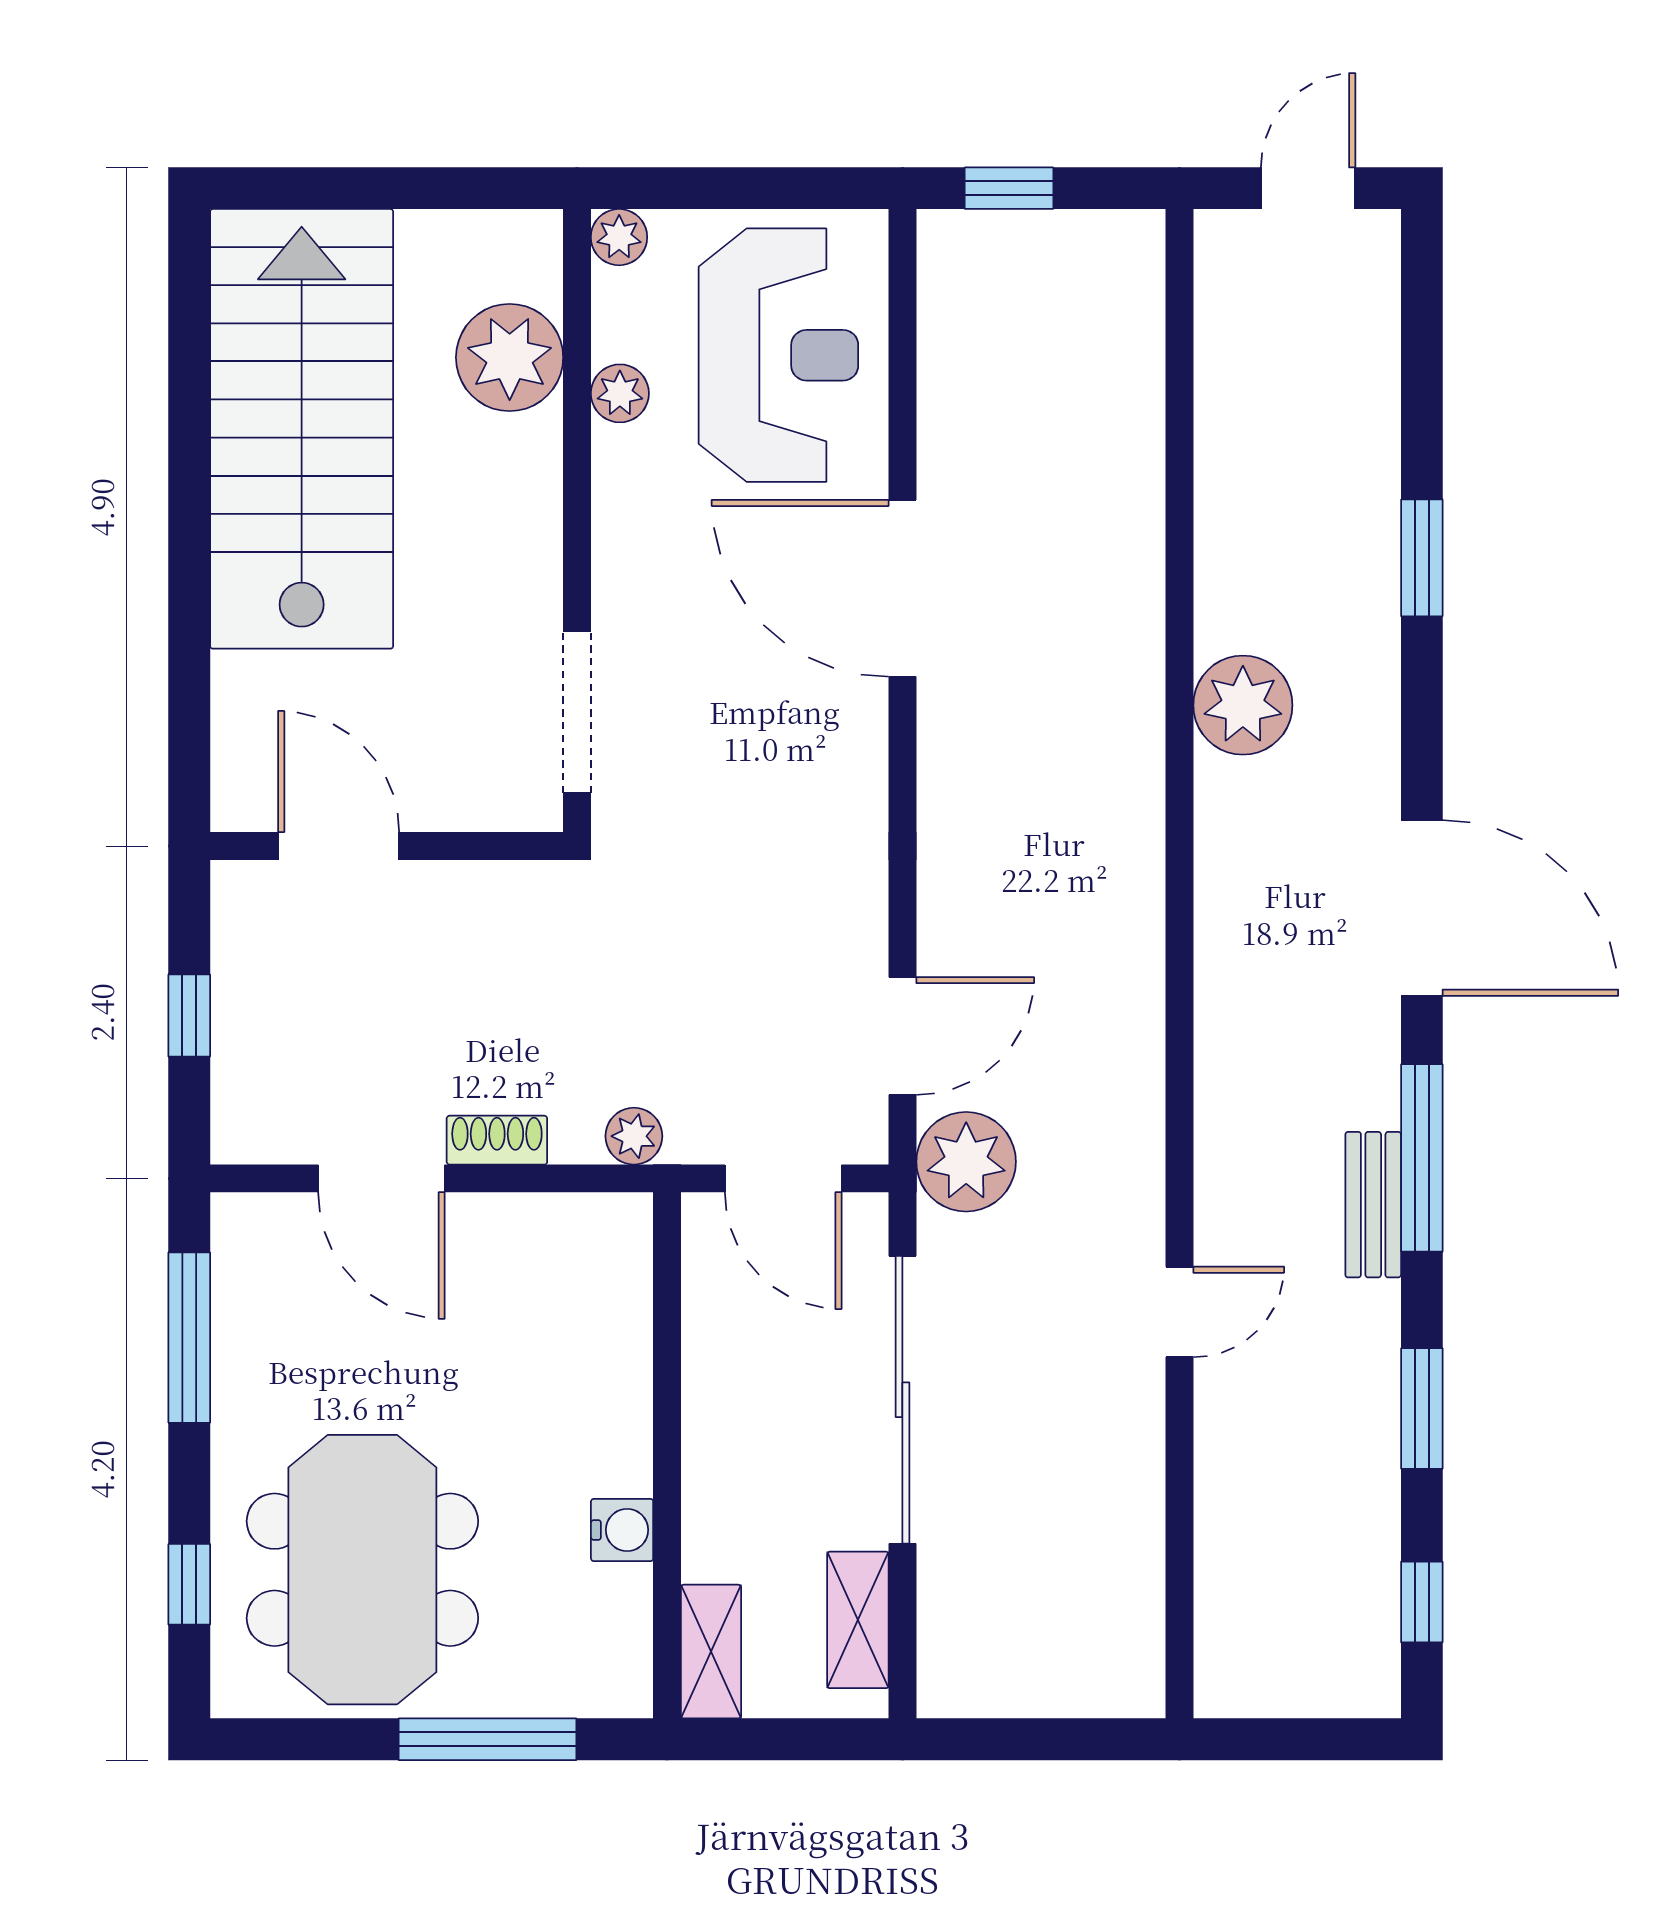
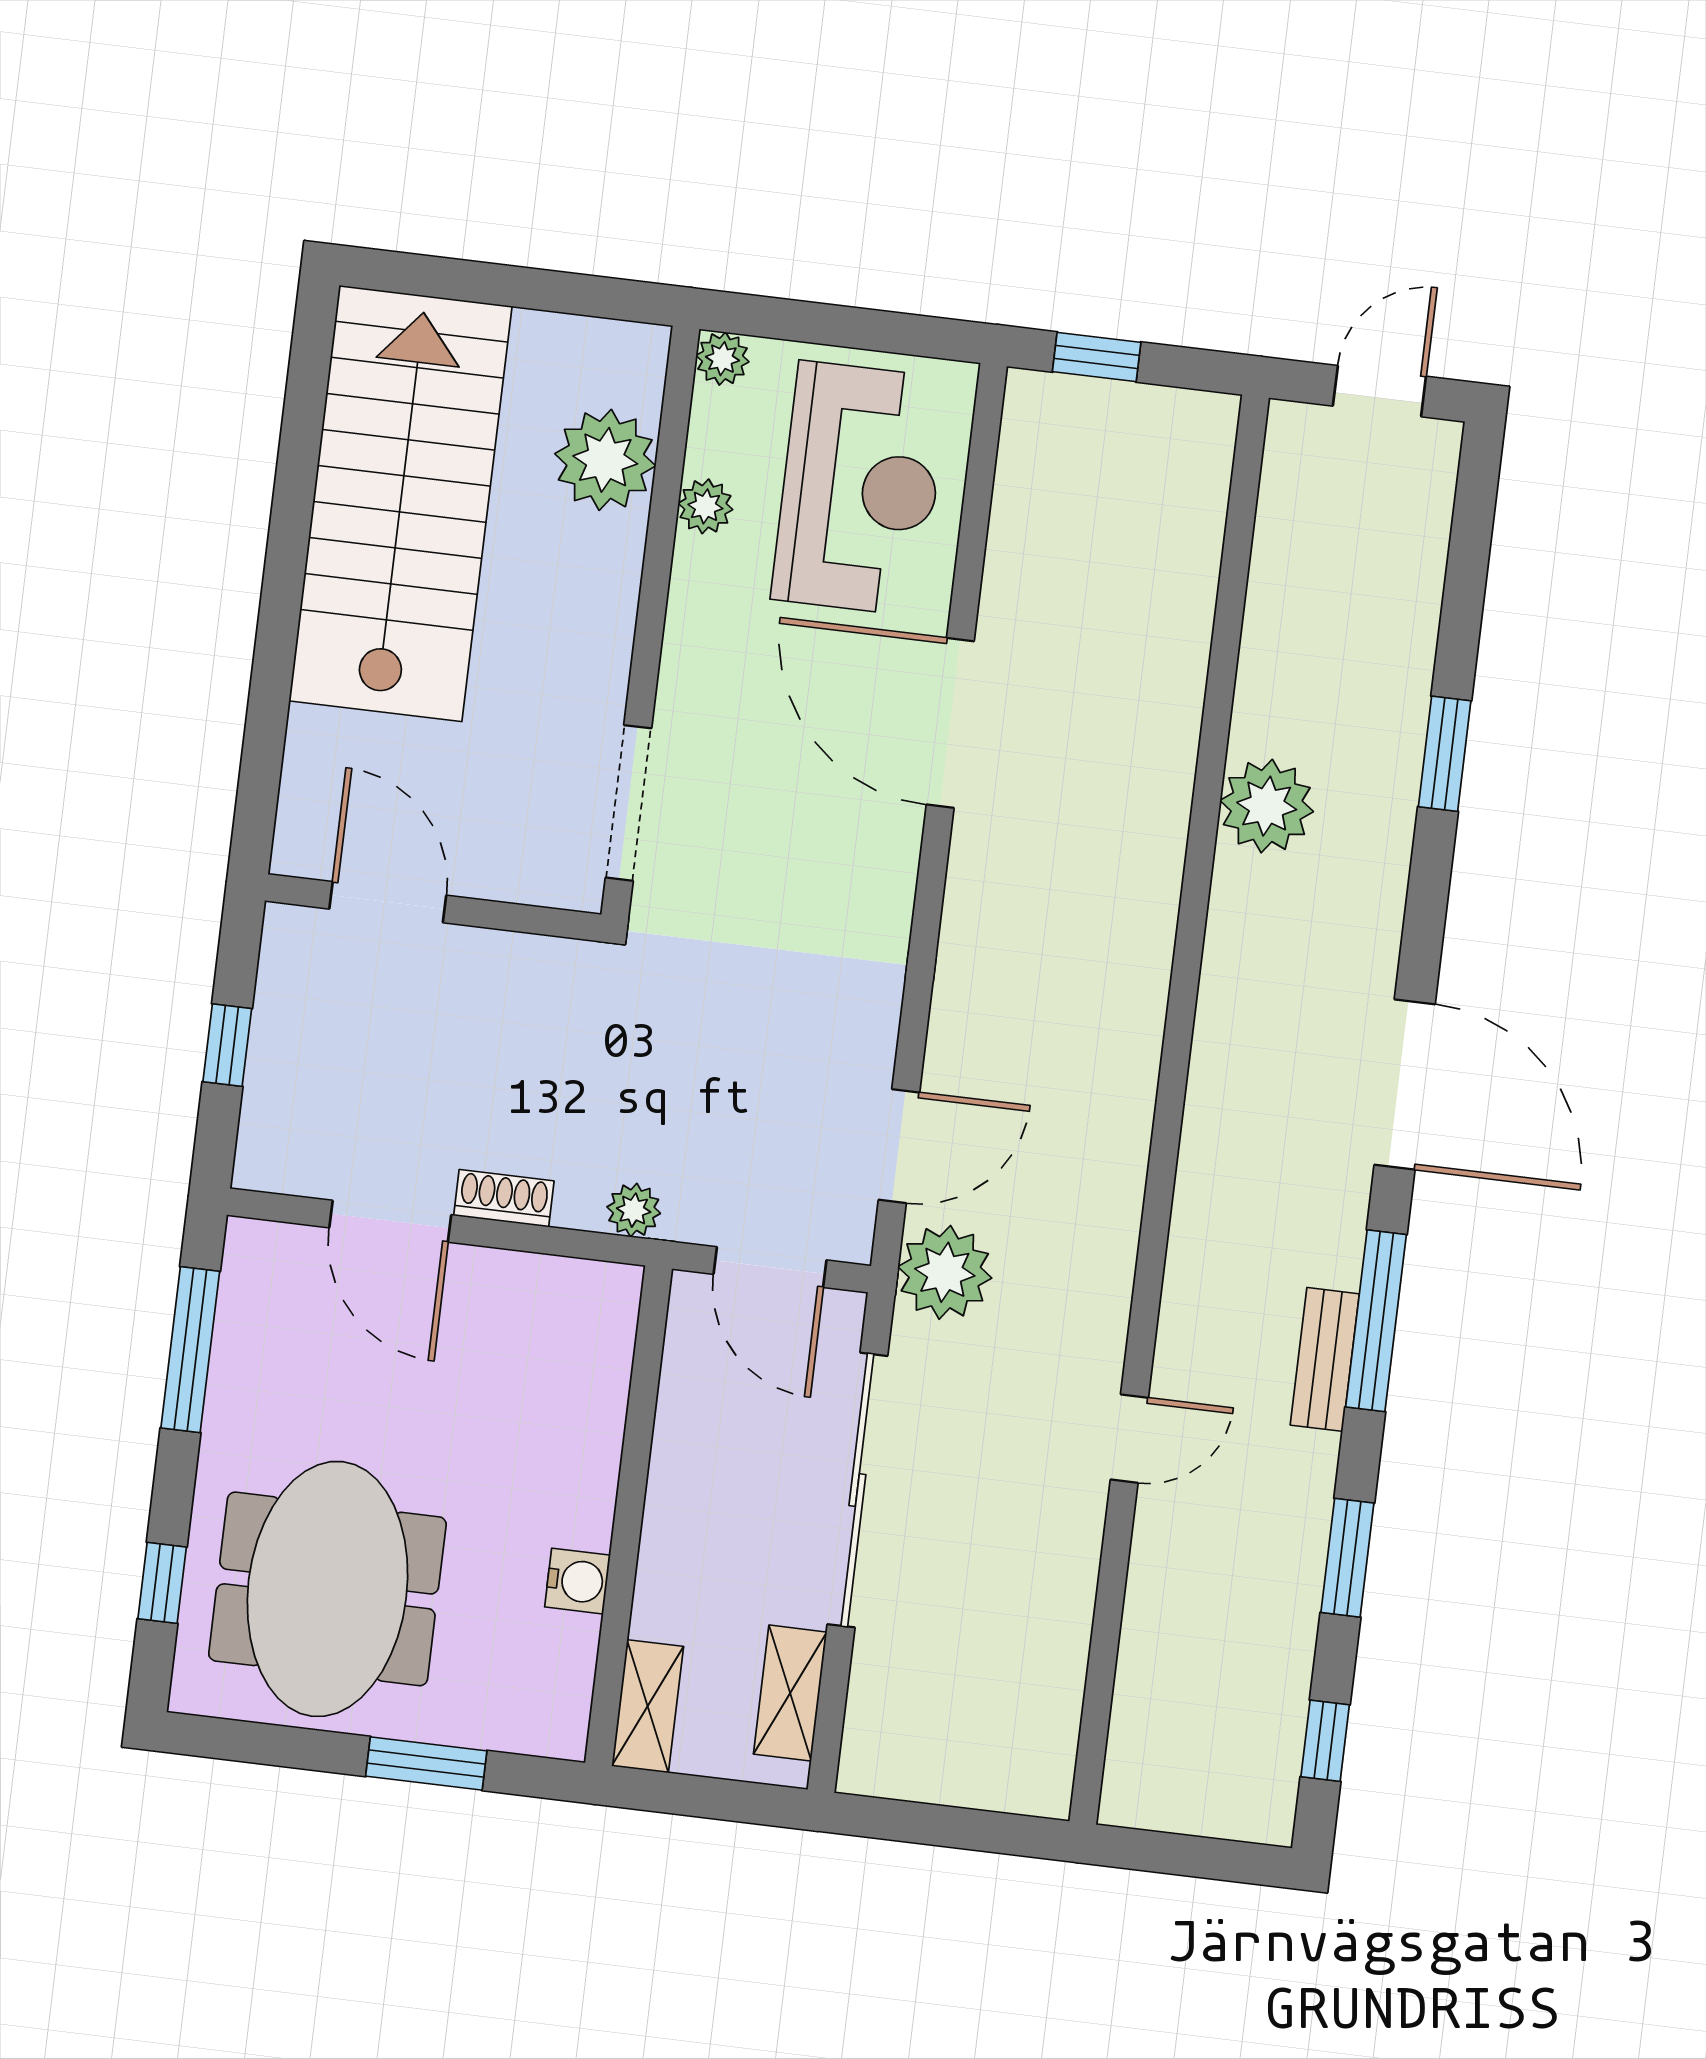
plant: (1243, 705) -> (1267, 806), moved
window: (487, 1739) -> (426, 1764), width x0.69

